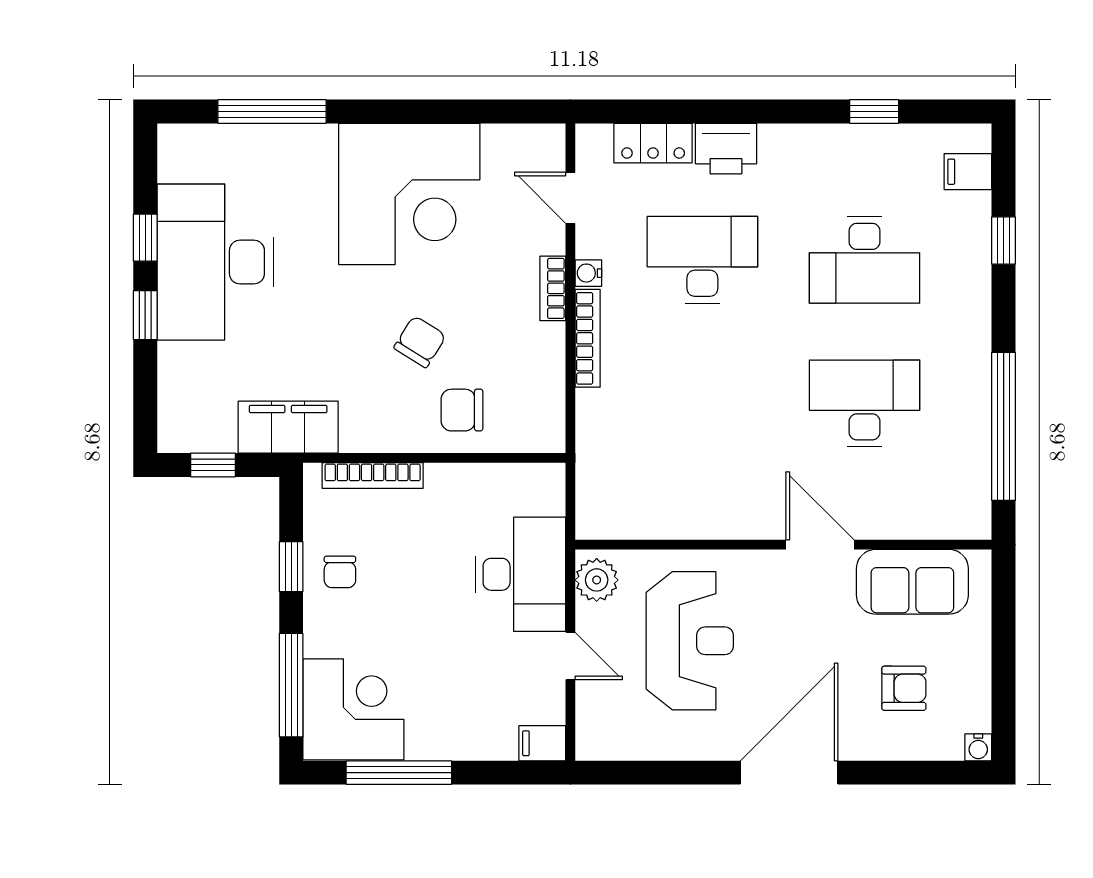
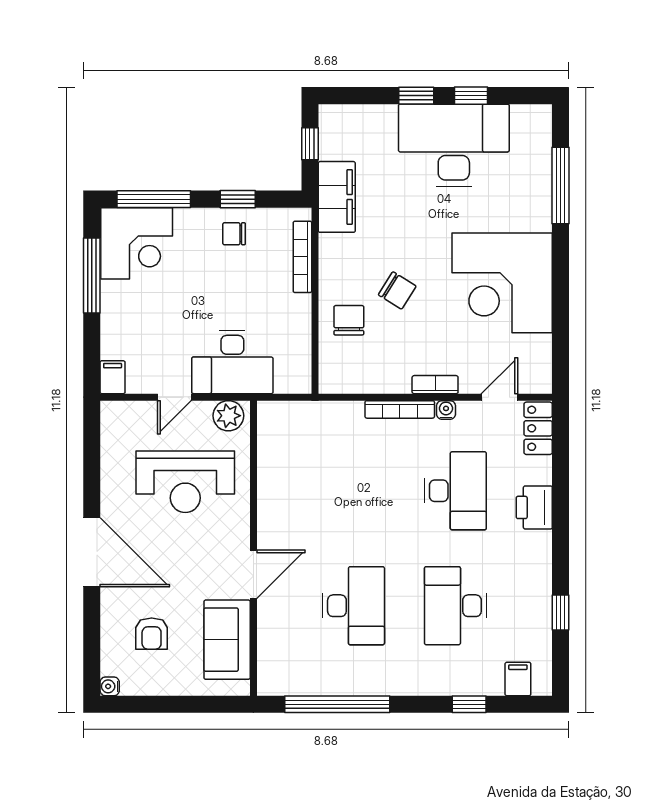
locker: (653, 143) -> (538, 428), moved

